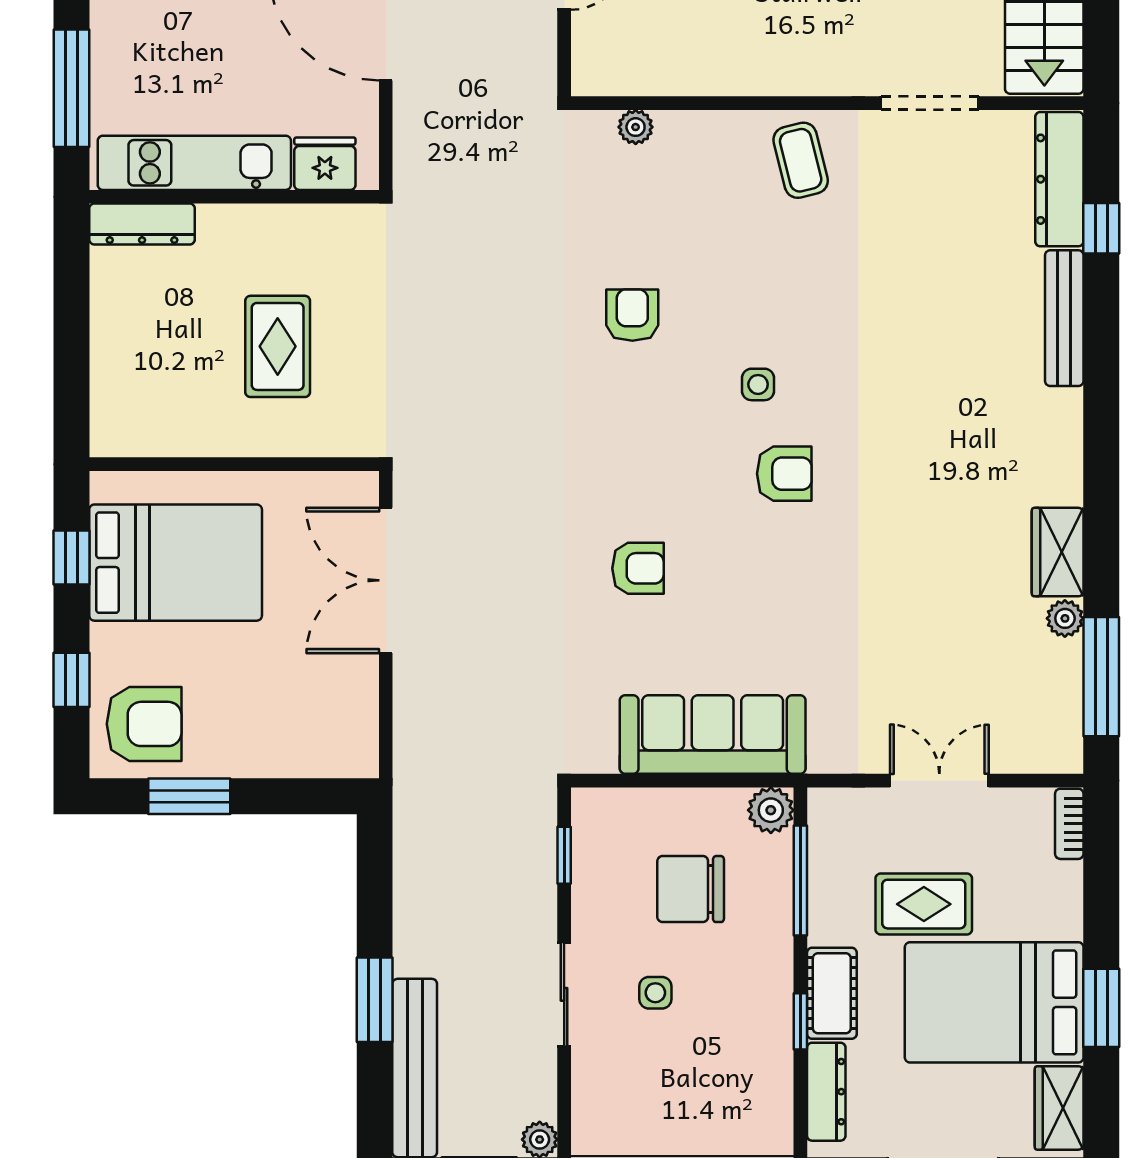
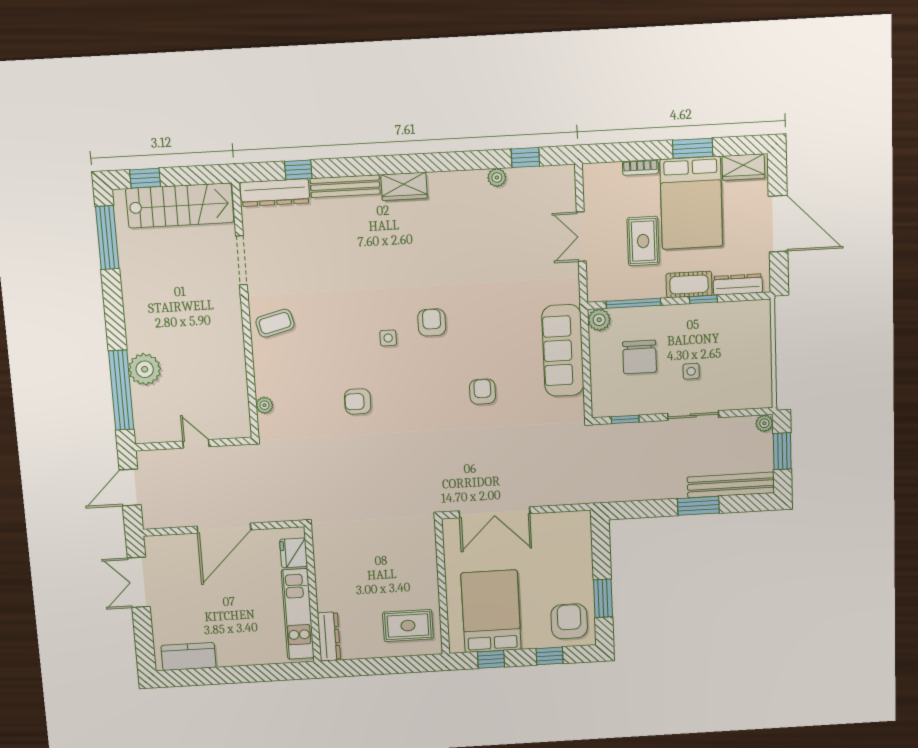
window: (72, 88) -> (266, 673), removed
rug: (278, 346) -> (408, 626), moved
wardrobe: (1058, 552) -> (404, 186), moved
window: (1101, 677) -> (525, 157), width x0.46
bookcase: (1069, 824) -> (640, 167), moved

